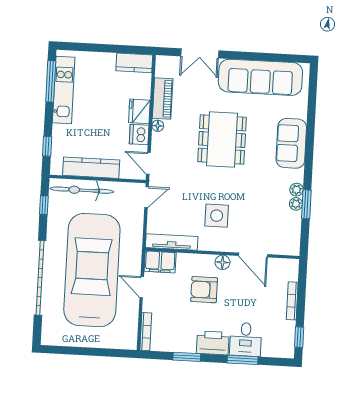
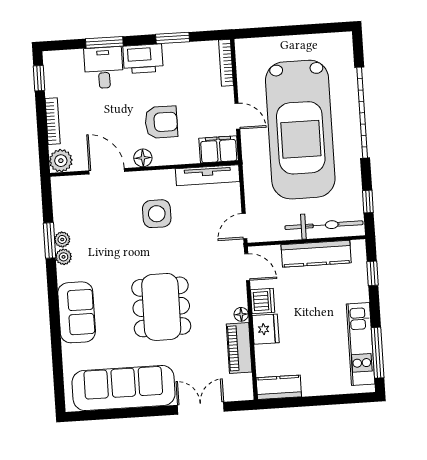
plant: (289, 268) -> (61, 161), added

